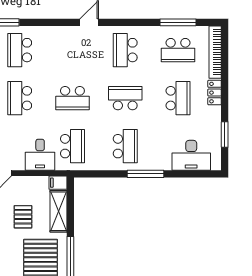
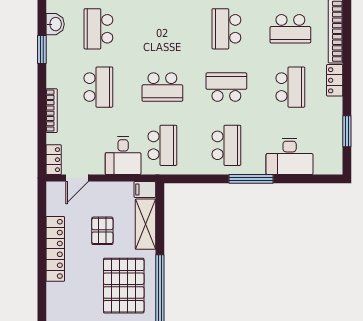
school desk: (20, 98) -> (98, 87), turned 180
desk: (191, 155) -> (290, 156), moved

